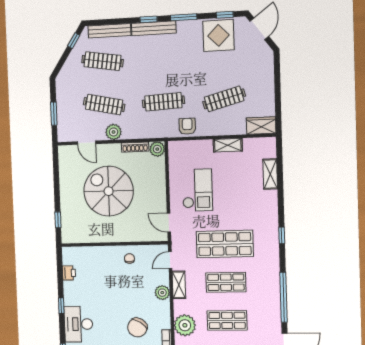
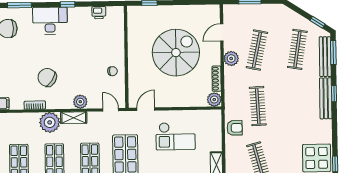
window: (184, 17) -> (333, 52), moved
shelving: (179, 285) -> (74, 118), moved

